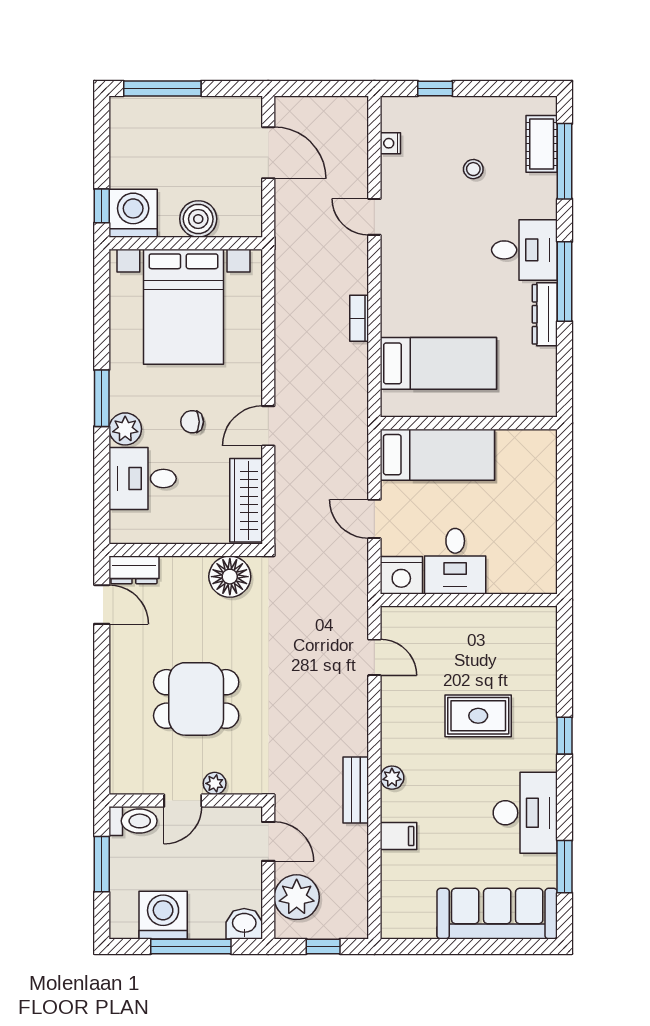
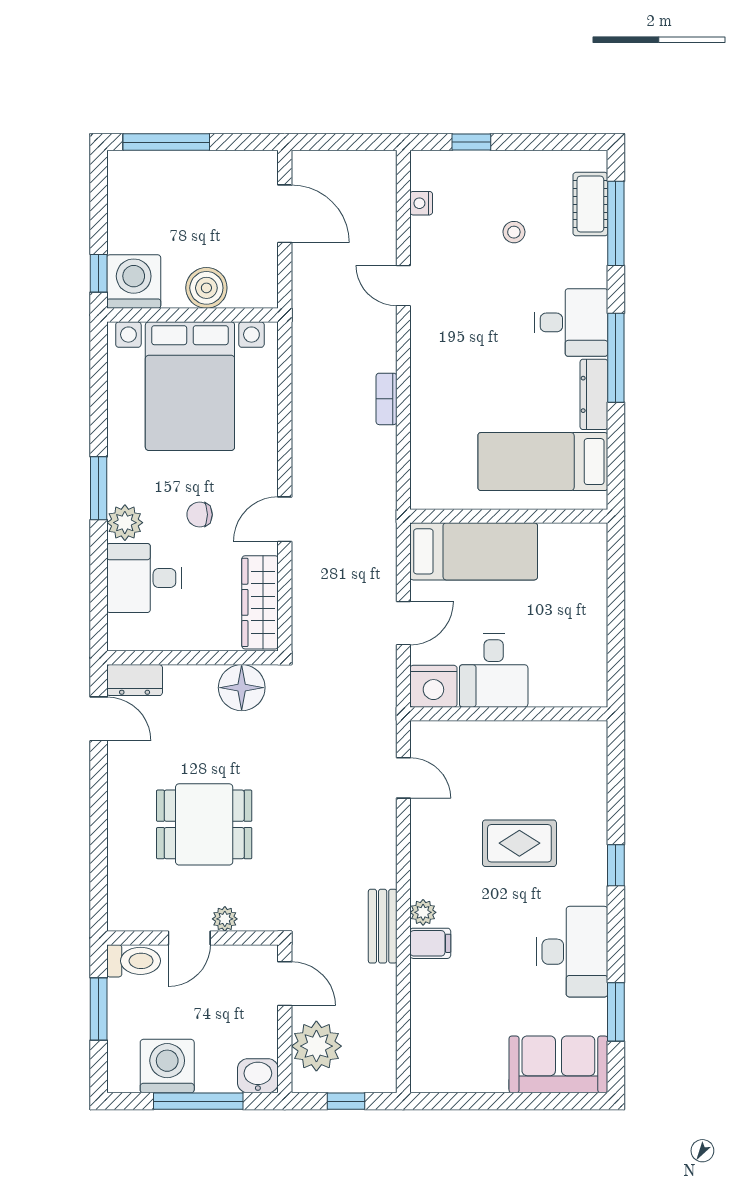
bed: (438, 363) -> (543, 462), moved, turned 180
door: (374, 519) -> (403, 623), swing flipped
filing cabinet: (398, 836) -> (430, 943), moved
sofa: (497, 914) -> (558, 1064), width x0.73

